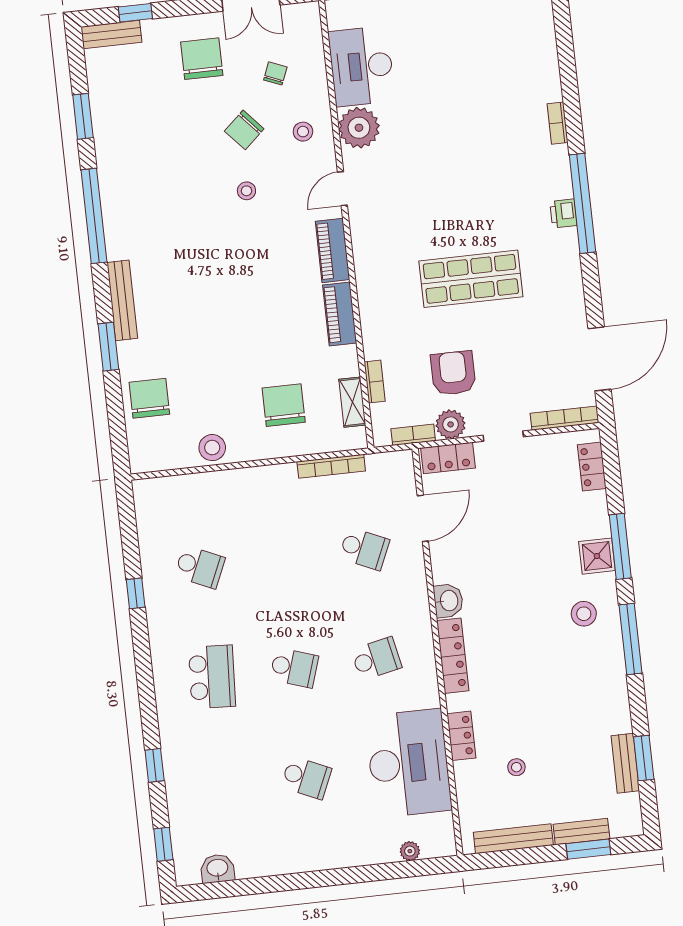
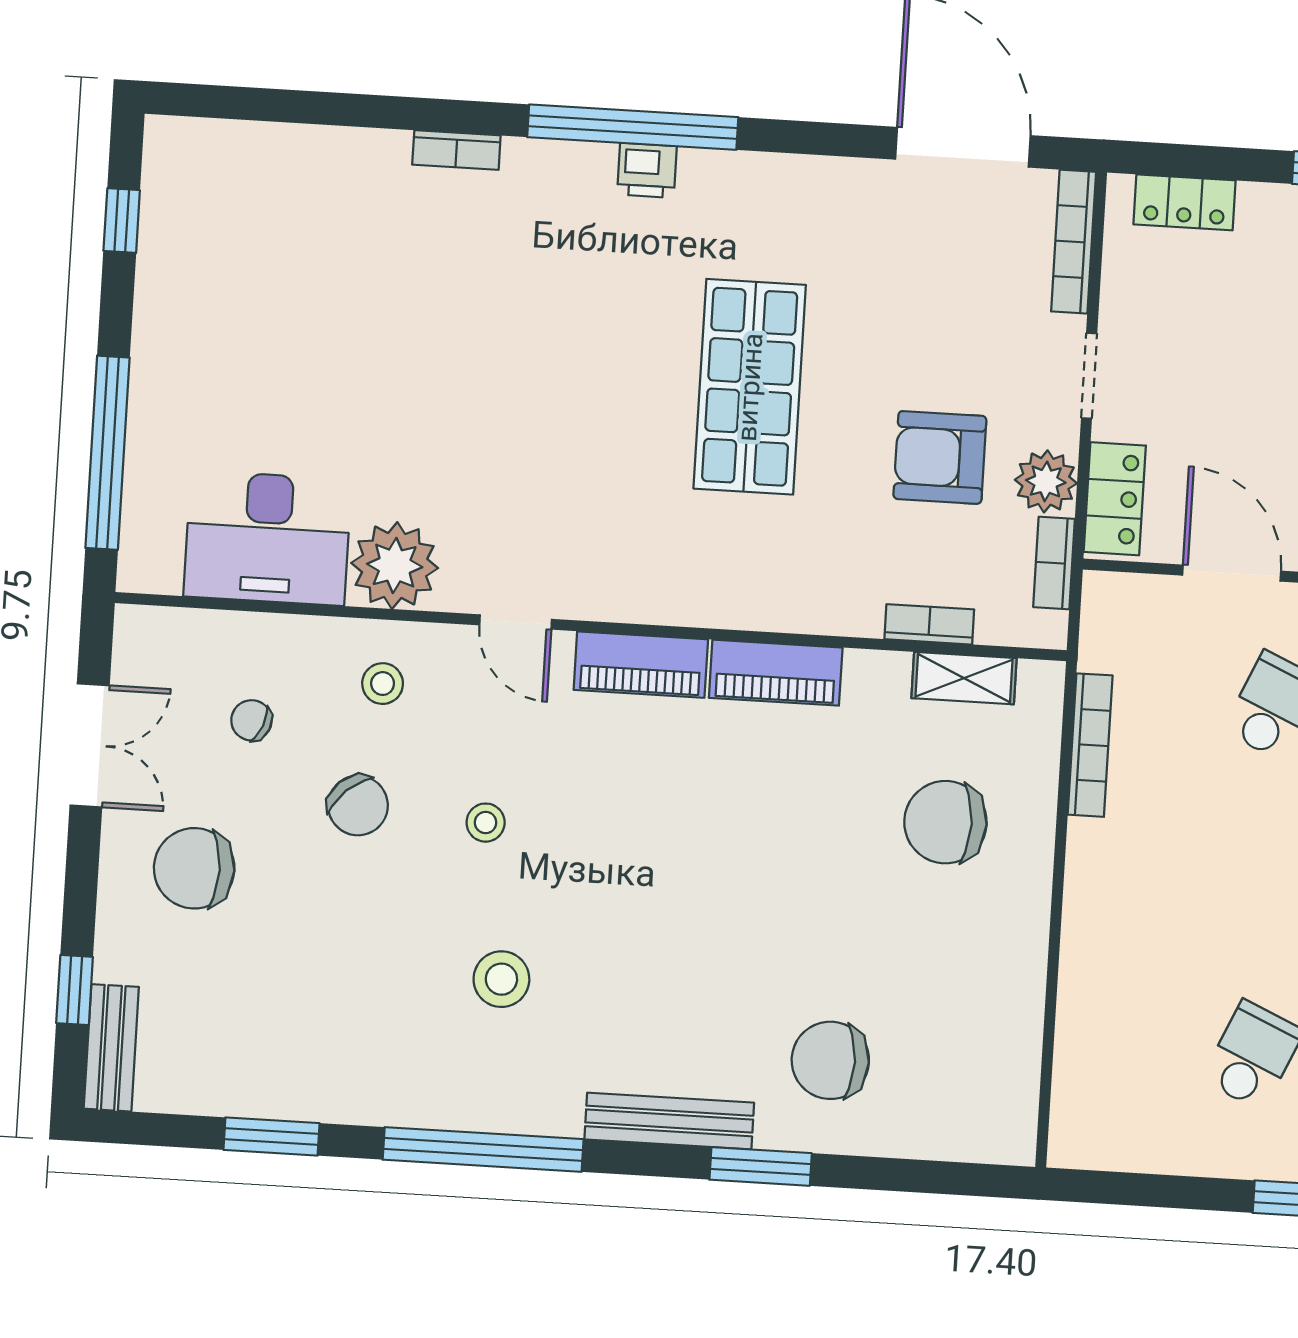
chair: (149, 398) -> (830, 1060), moved
stool: (212, 448) -> (501, 979), moved

